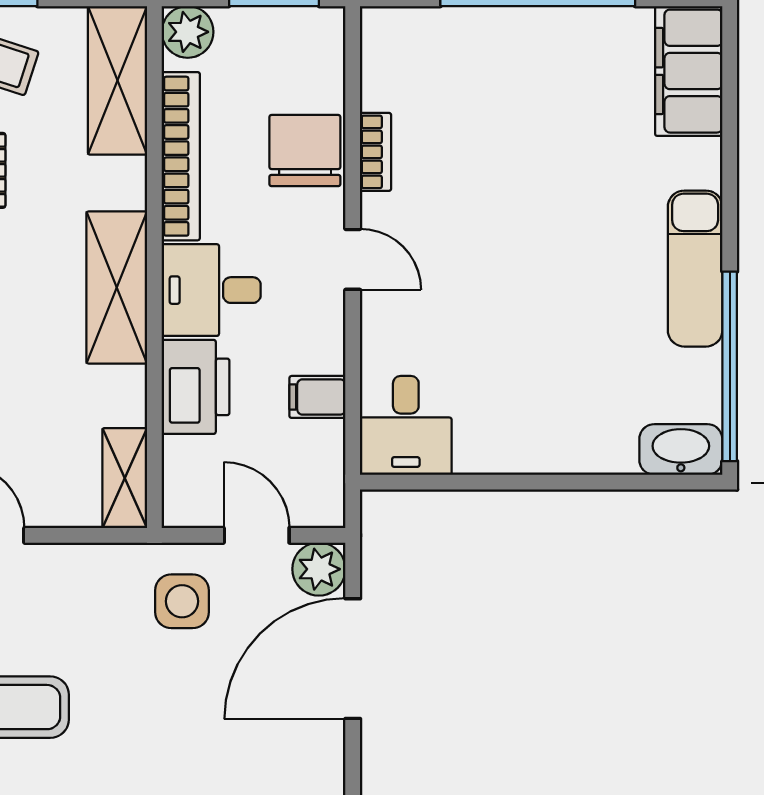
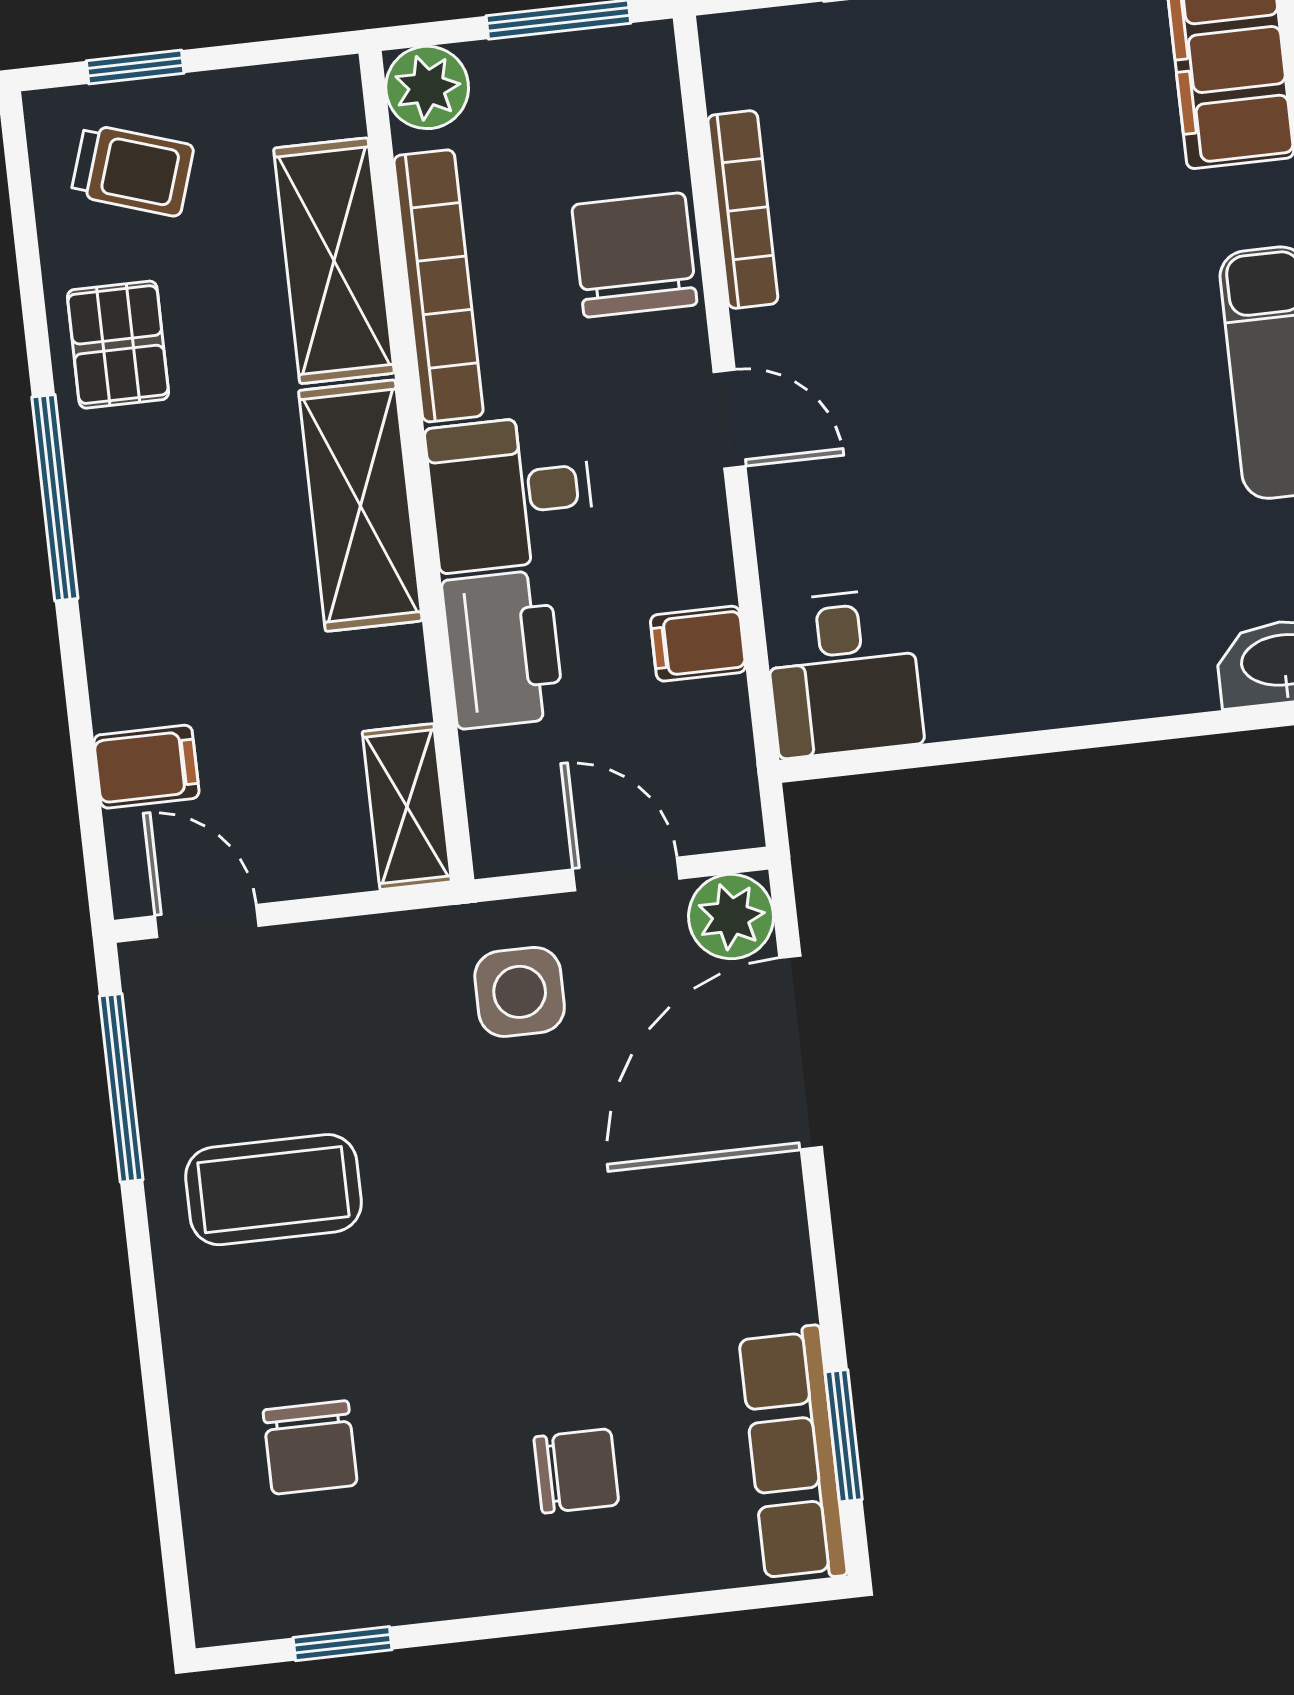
shelving: (117, 80) -> (334, 261), moved
bookcase: (376, 152) -> (743, 209), width x1.56

